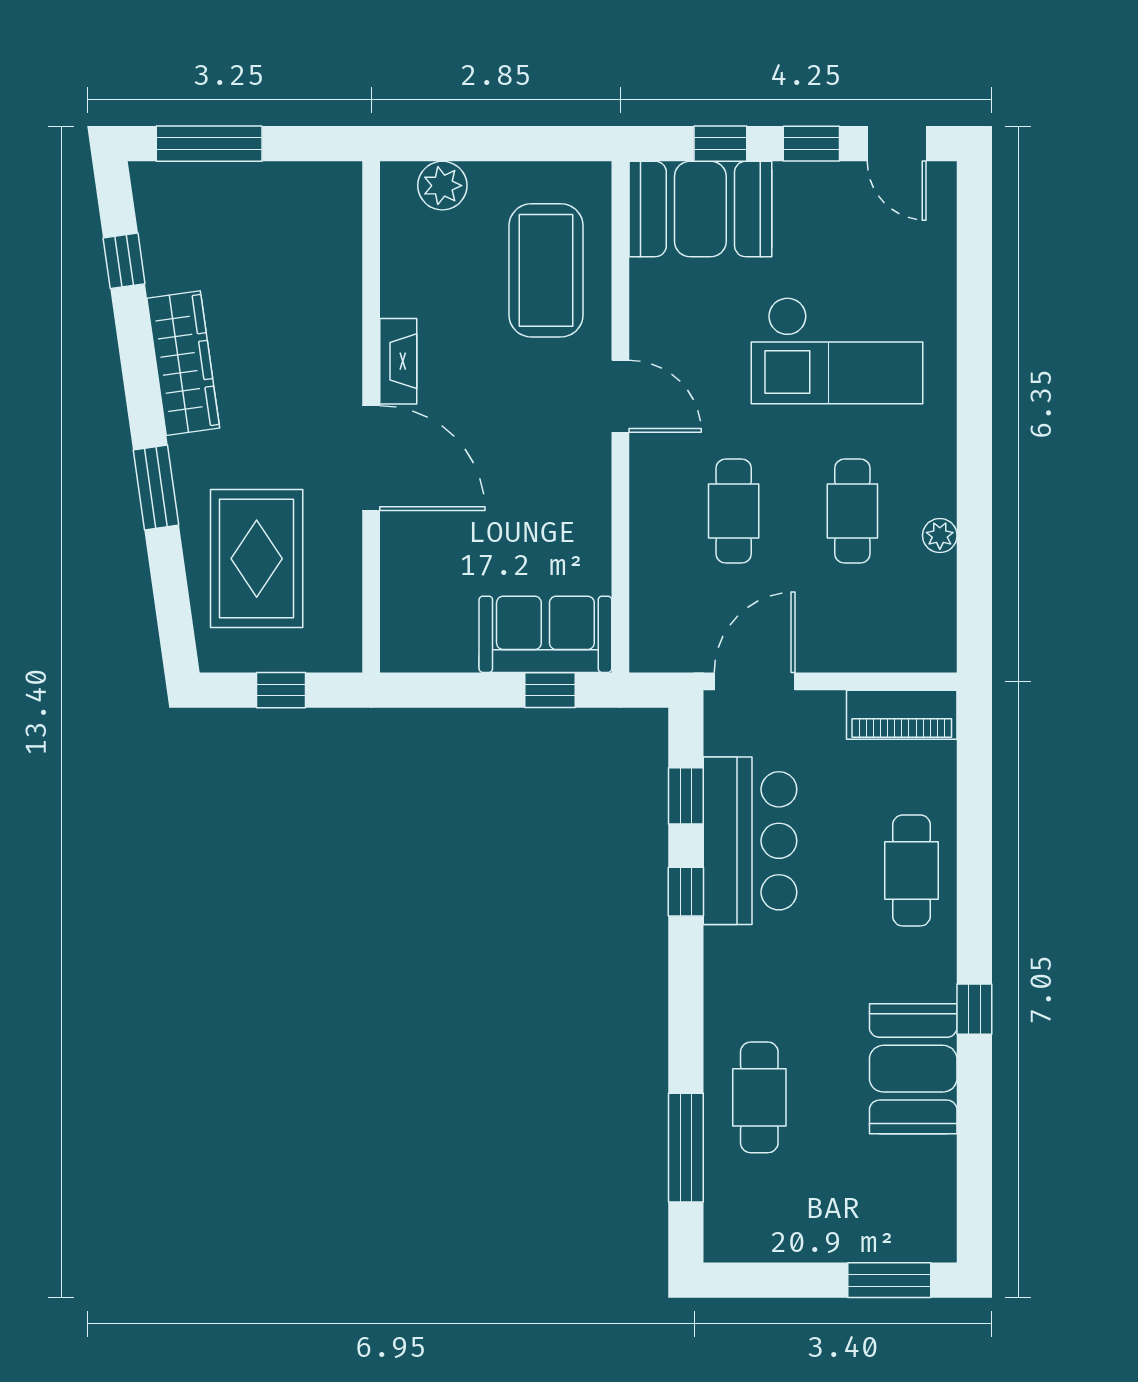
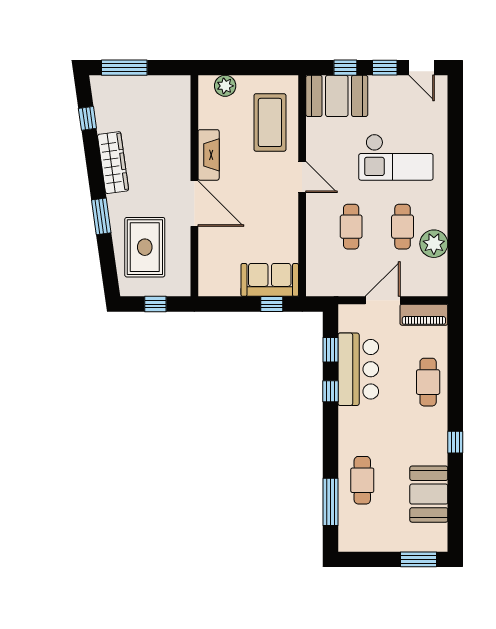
fireplace: (398, 361) -> (209, 155), width x1.37, depth x1.32
plant: (940, 536) -> (434, 244), width x1.88, depth x1.88
door: (755, 681) -> (383, 300), moved
booth: (913, 1069) -> (429, 494), moved

